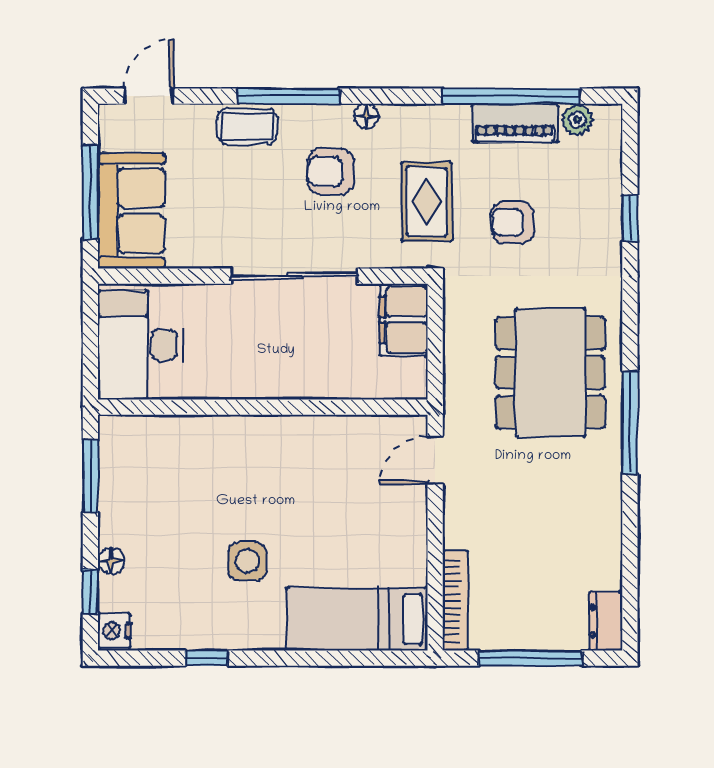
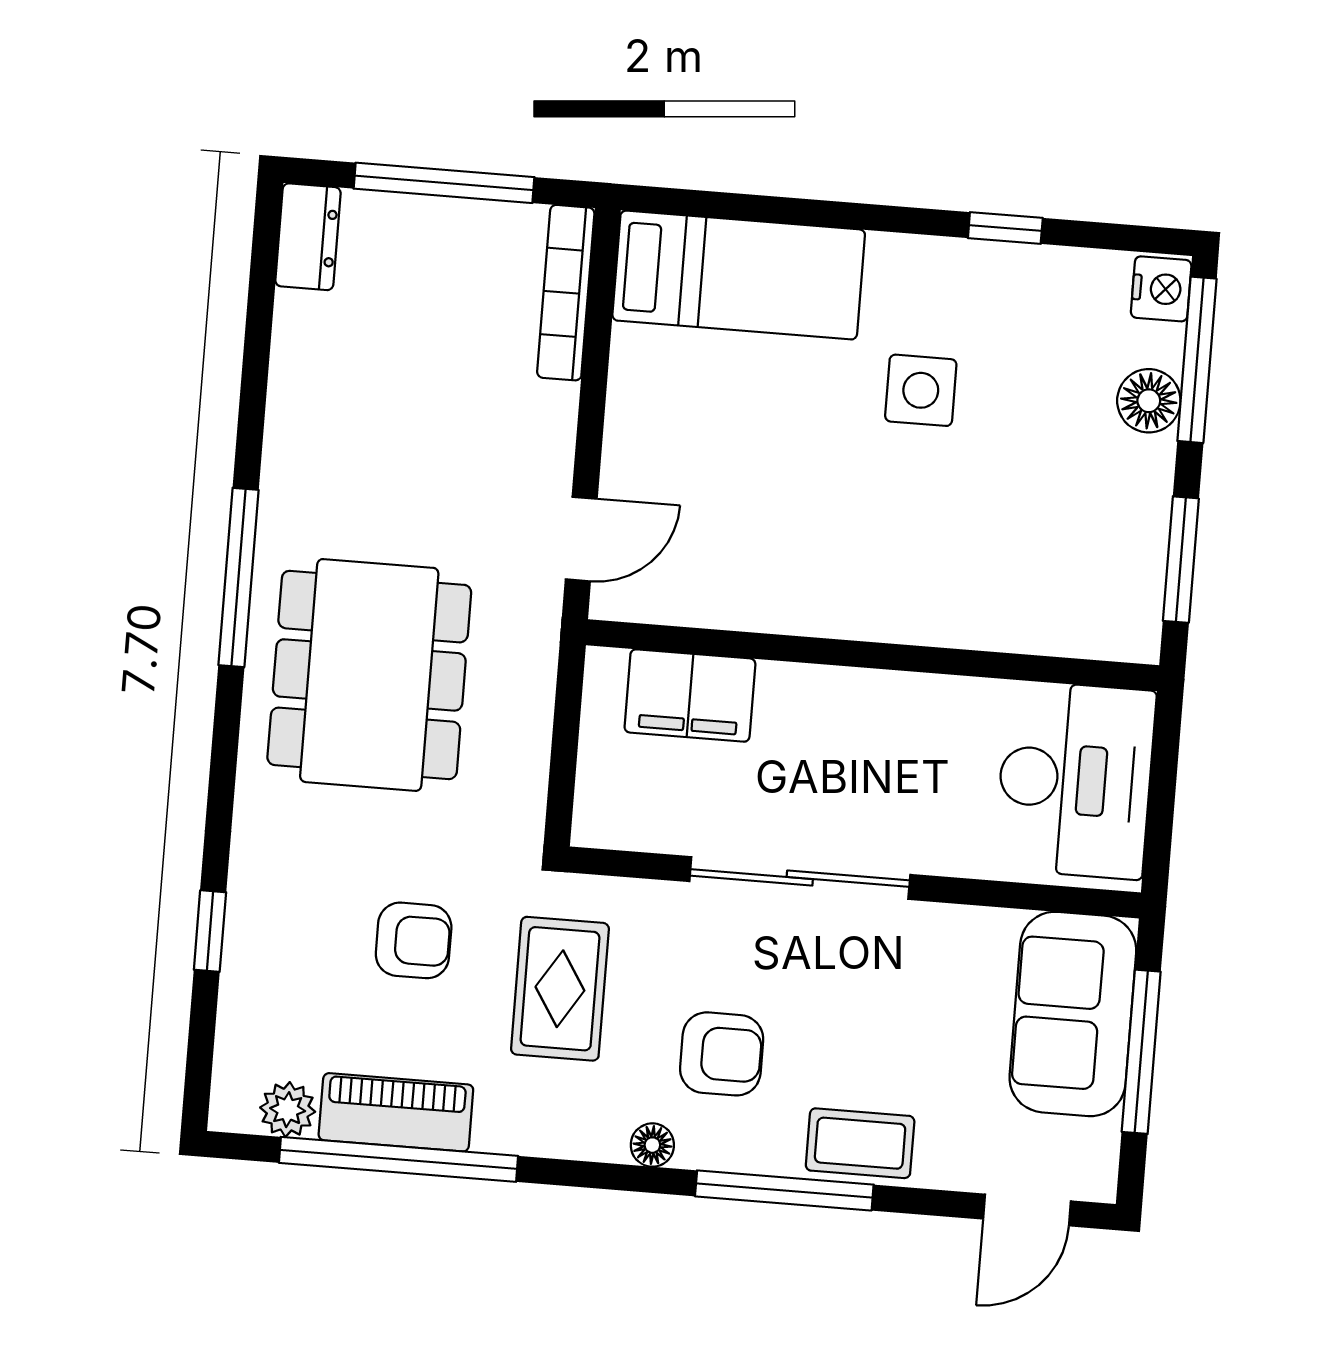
filing cabinet: (404, 320) -> (690, 695), moved, turned 90
floor lamp: (111, 561) -> (1149, 401), width x1.37, depth x1.37
window: (90, 591) -> (1197, 360), width x2.17

